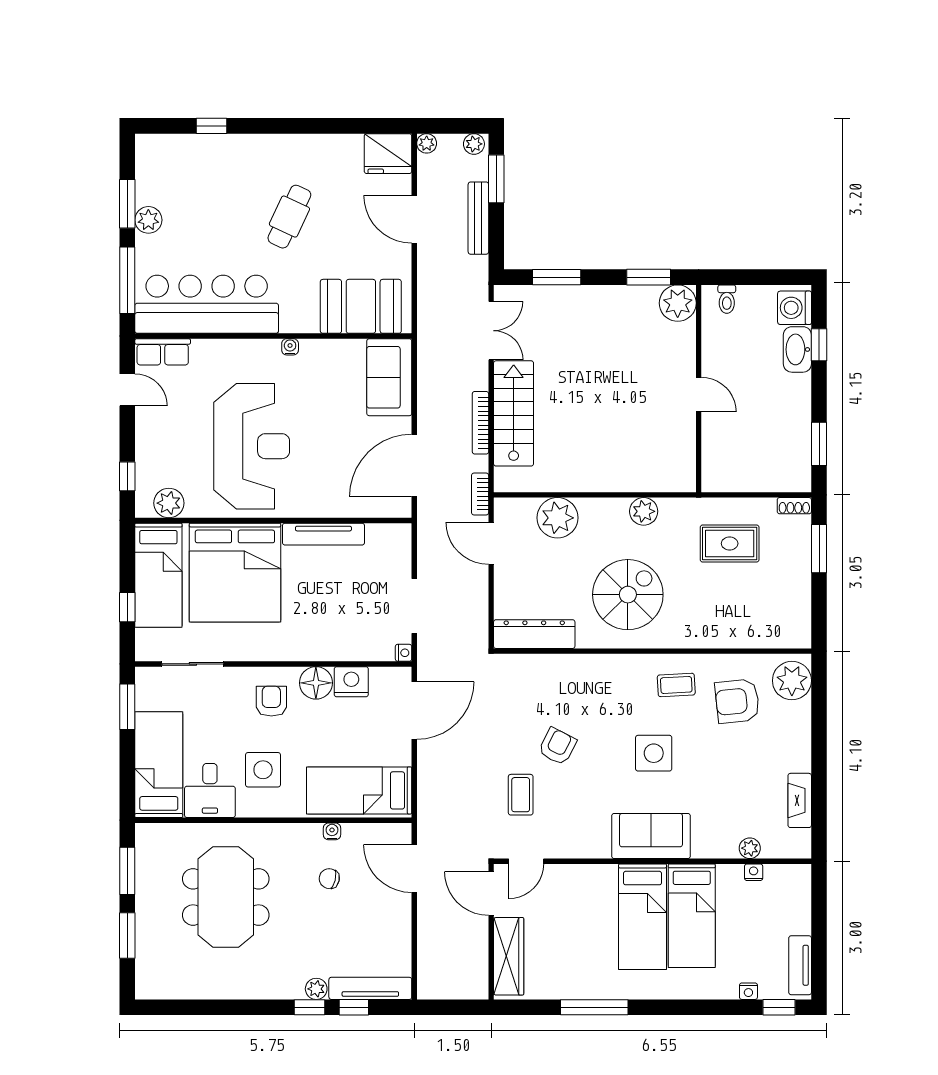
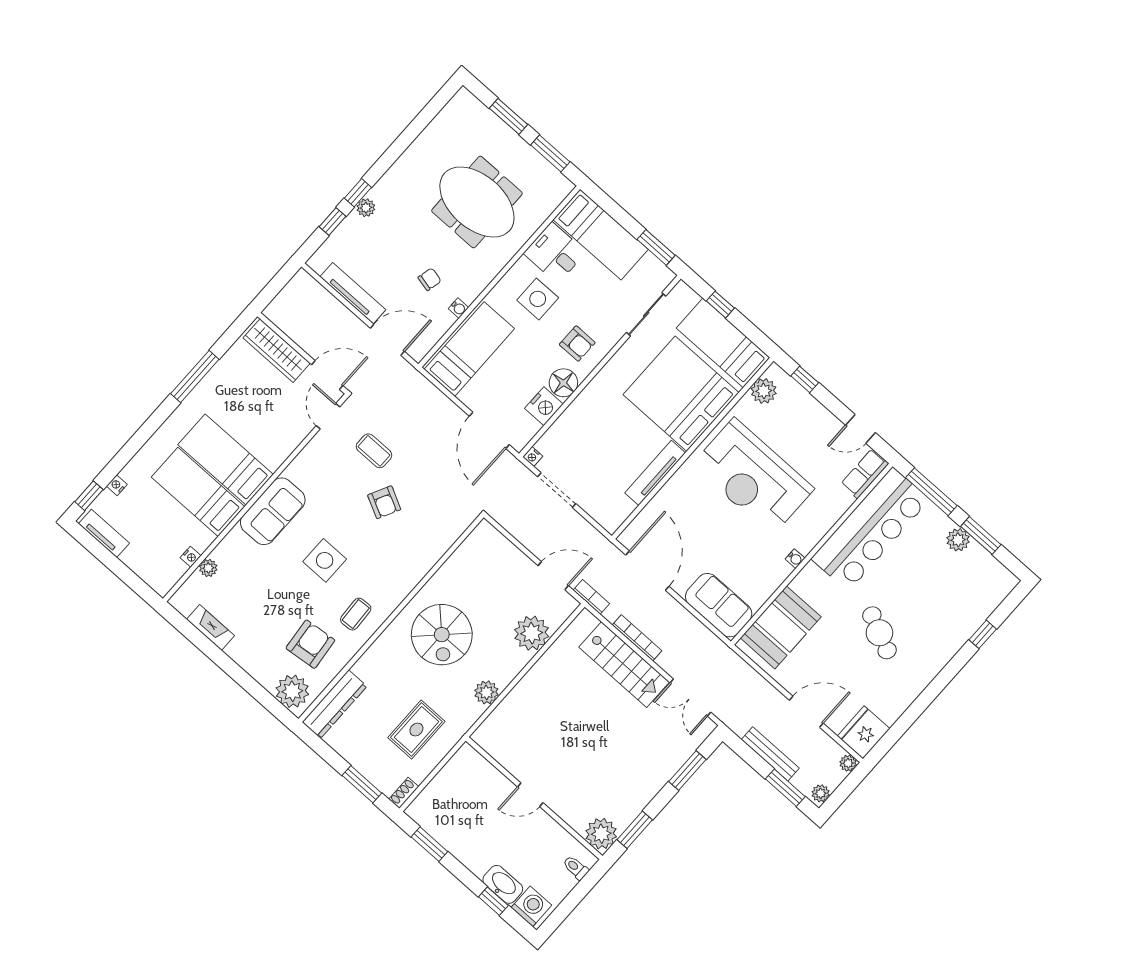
dresser: (534, 634) -> (334, 704), moved
tv unit: (370, 988) -> (353, 293), moved, turned -90

